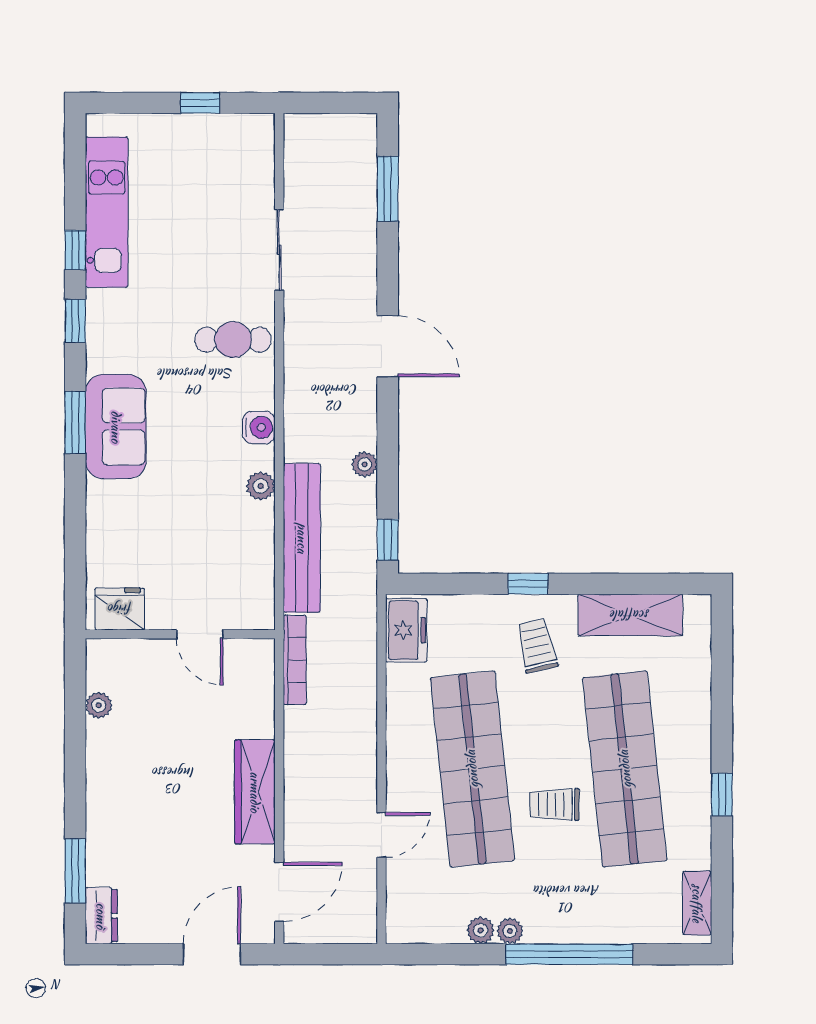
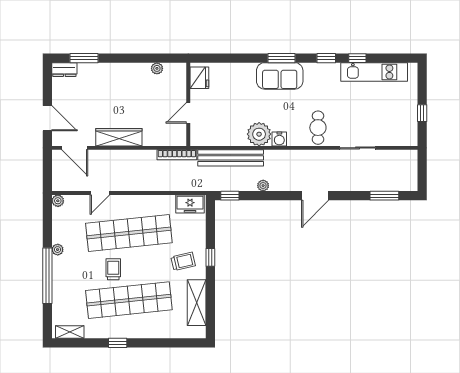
plant: (261, 486) -> (259, 134), width x1.88, depth x1.88
door: (381, 835) -> (100, 193), hinge flipped
plant: (481, 930) -> (58, 201), moved

